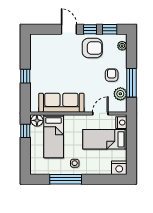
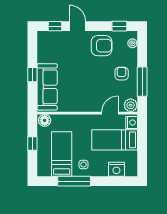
window: (90, 29) -> (55, 26), moved
plant: (120, 94) -> (131, 105), moved
sofa: (61, 103) -> (47, 87), moved, turned 90
window: (25, 131) -> (32, 143), moved
bed: (54, 136) -> (62, 154), moved, turned 180
nightstand: (119, 168) -> (116, 169), moved

